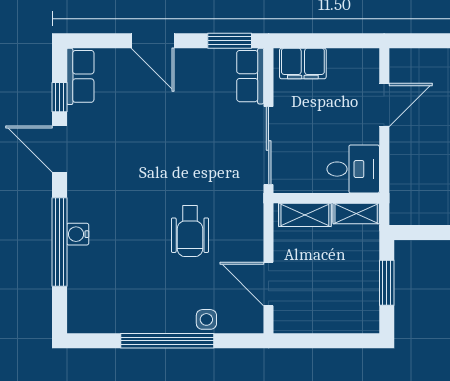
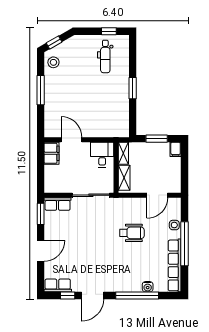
filing cabinet: (303, 63) -> (52, 153), moved
water cooler: (78, 234) -> (148, 287), moved
row of seats: (122, 320) -> (175, 265), added
filing cabinet: (364, 322) -> (176, 149), added

